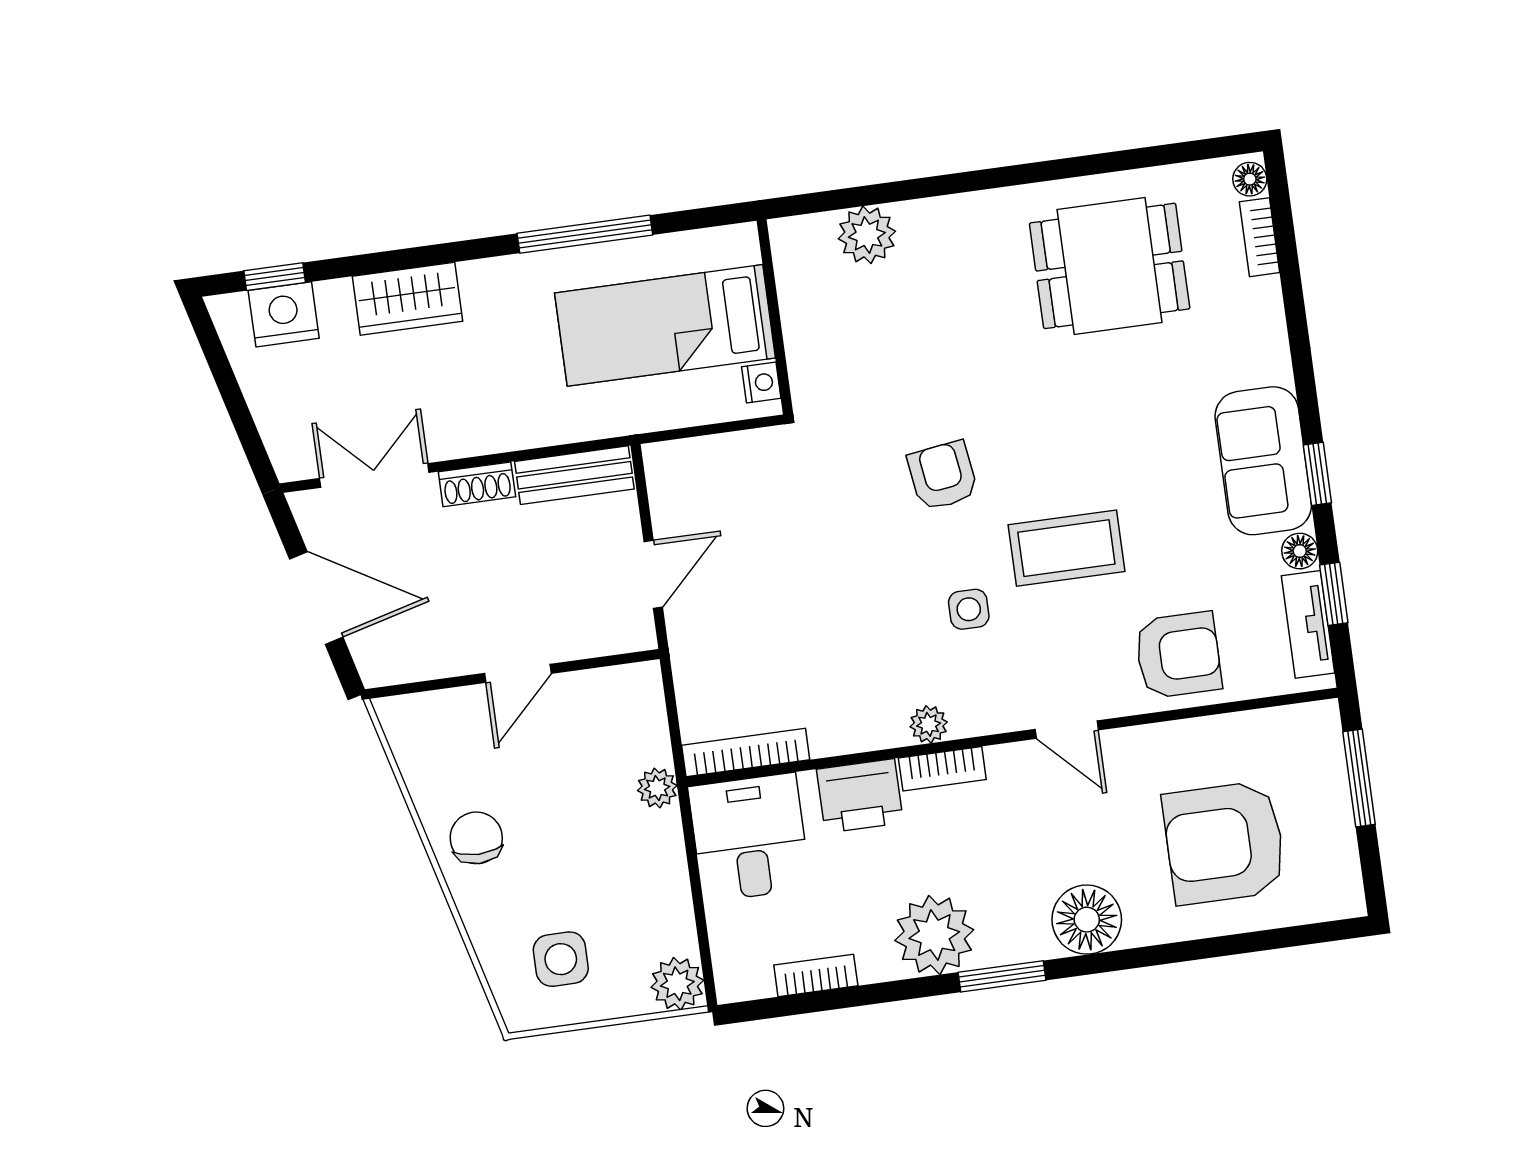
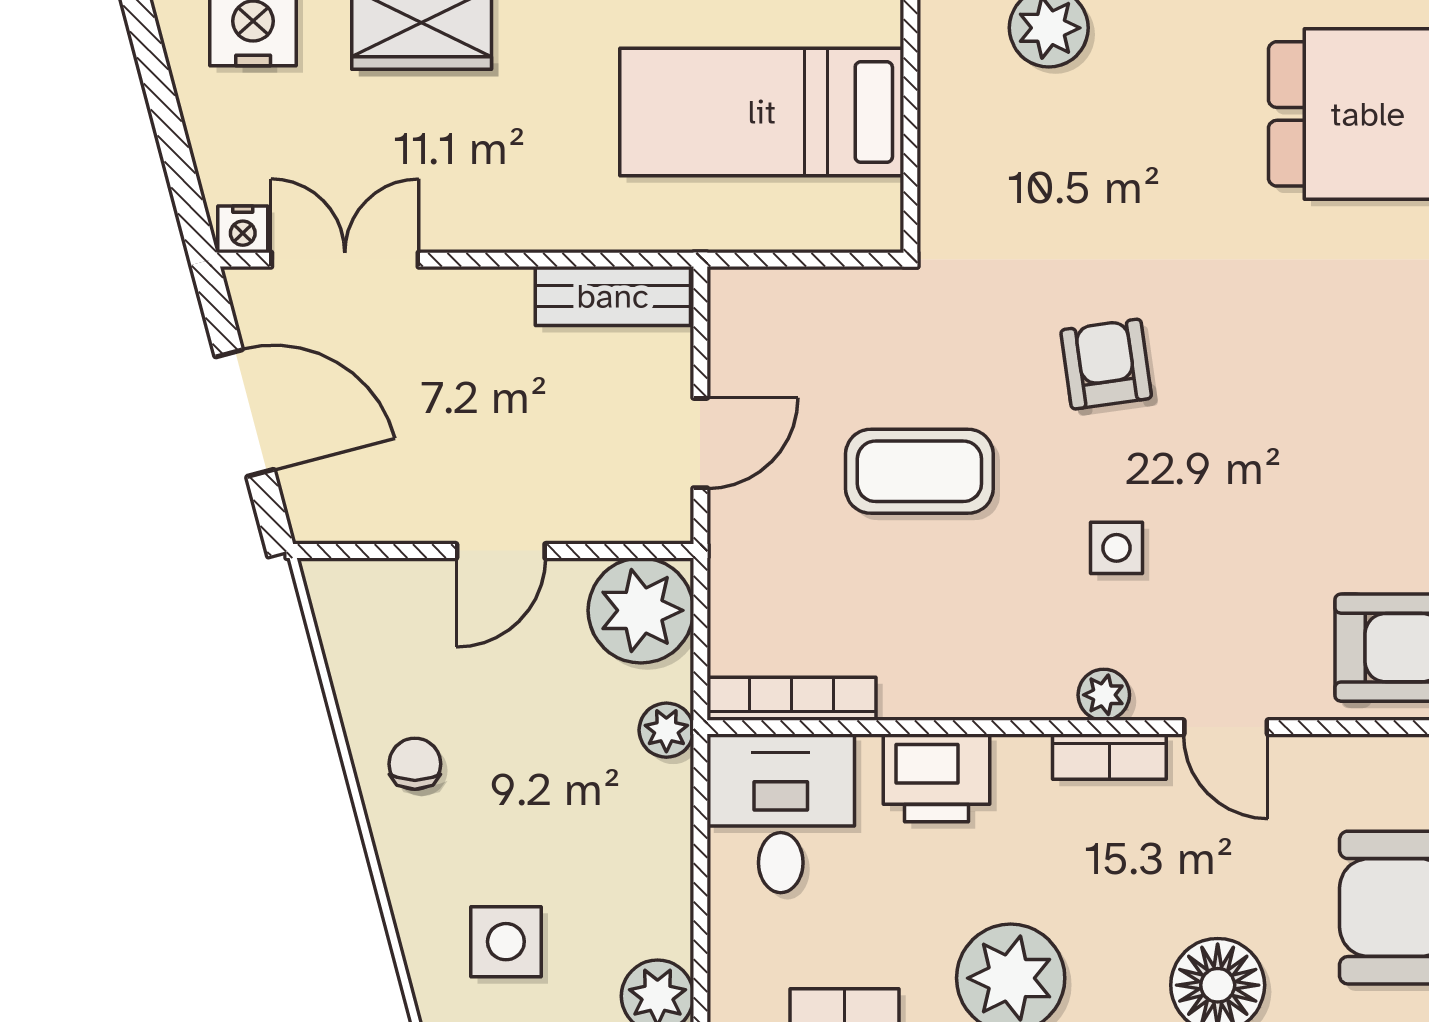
nightstand: (761, 383) -> (243, 229), moved, turned 90
shoe rack: (477, 484) -> (481, 290), removed
coffee table: (1066, 548) -> (919, 471), moved
plant: (626, 703) -> (641, 610), added
plant: (929, 724) -> (1104, 695), moved
bookcase: (942, 769) -> (1109, 757), moved
chair: (476, 838) -> (415, 764), width x0.73, depth x0.73

